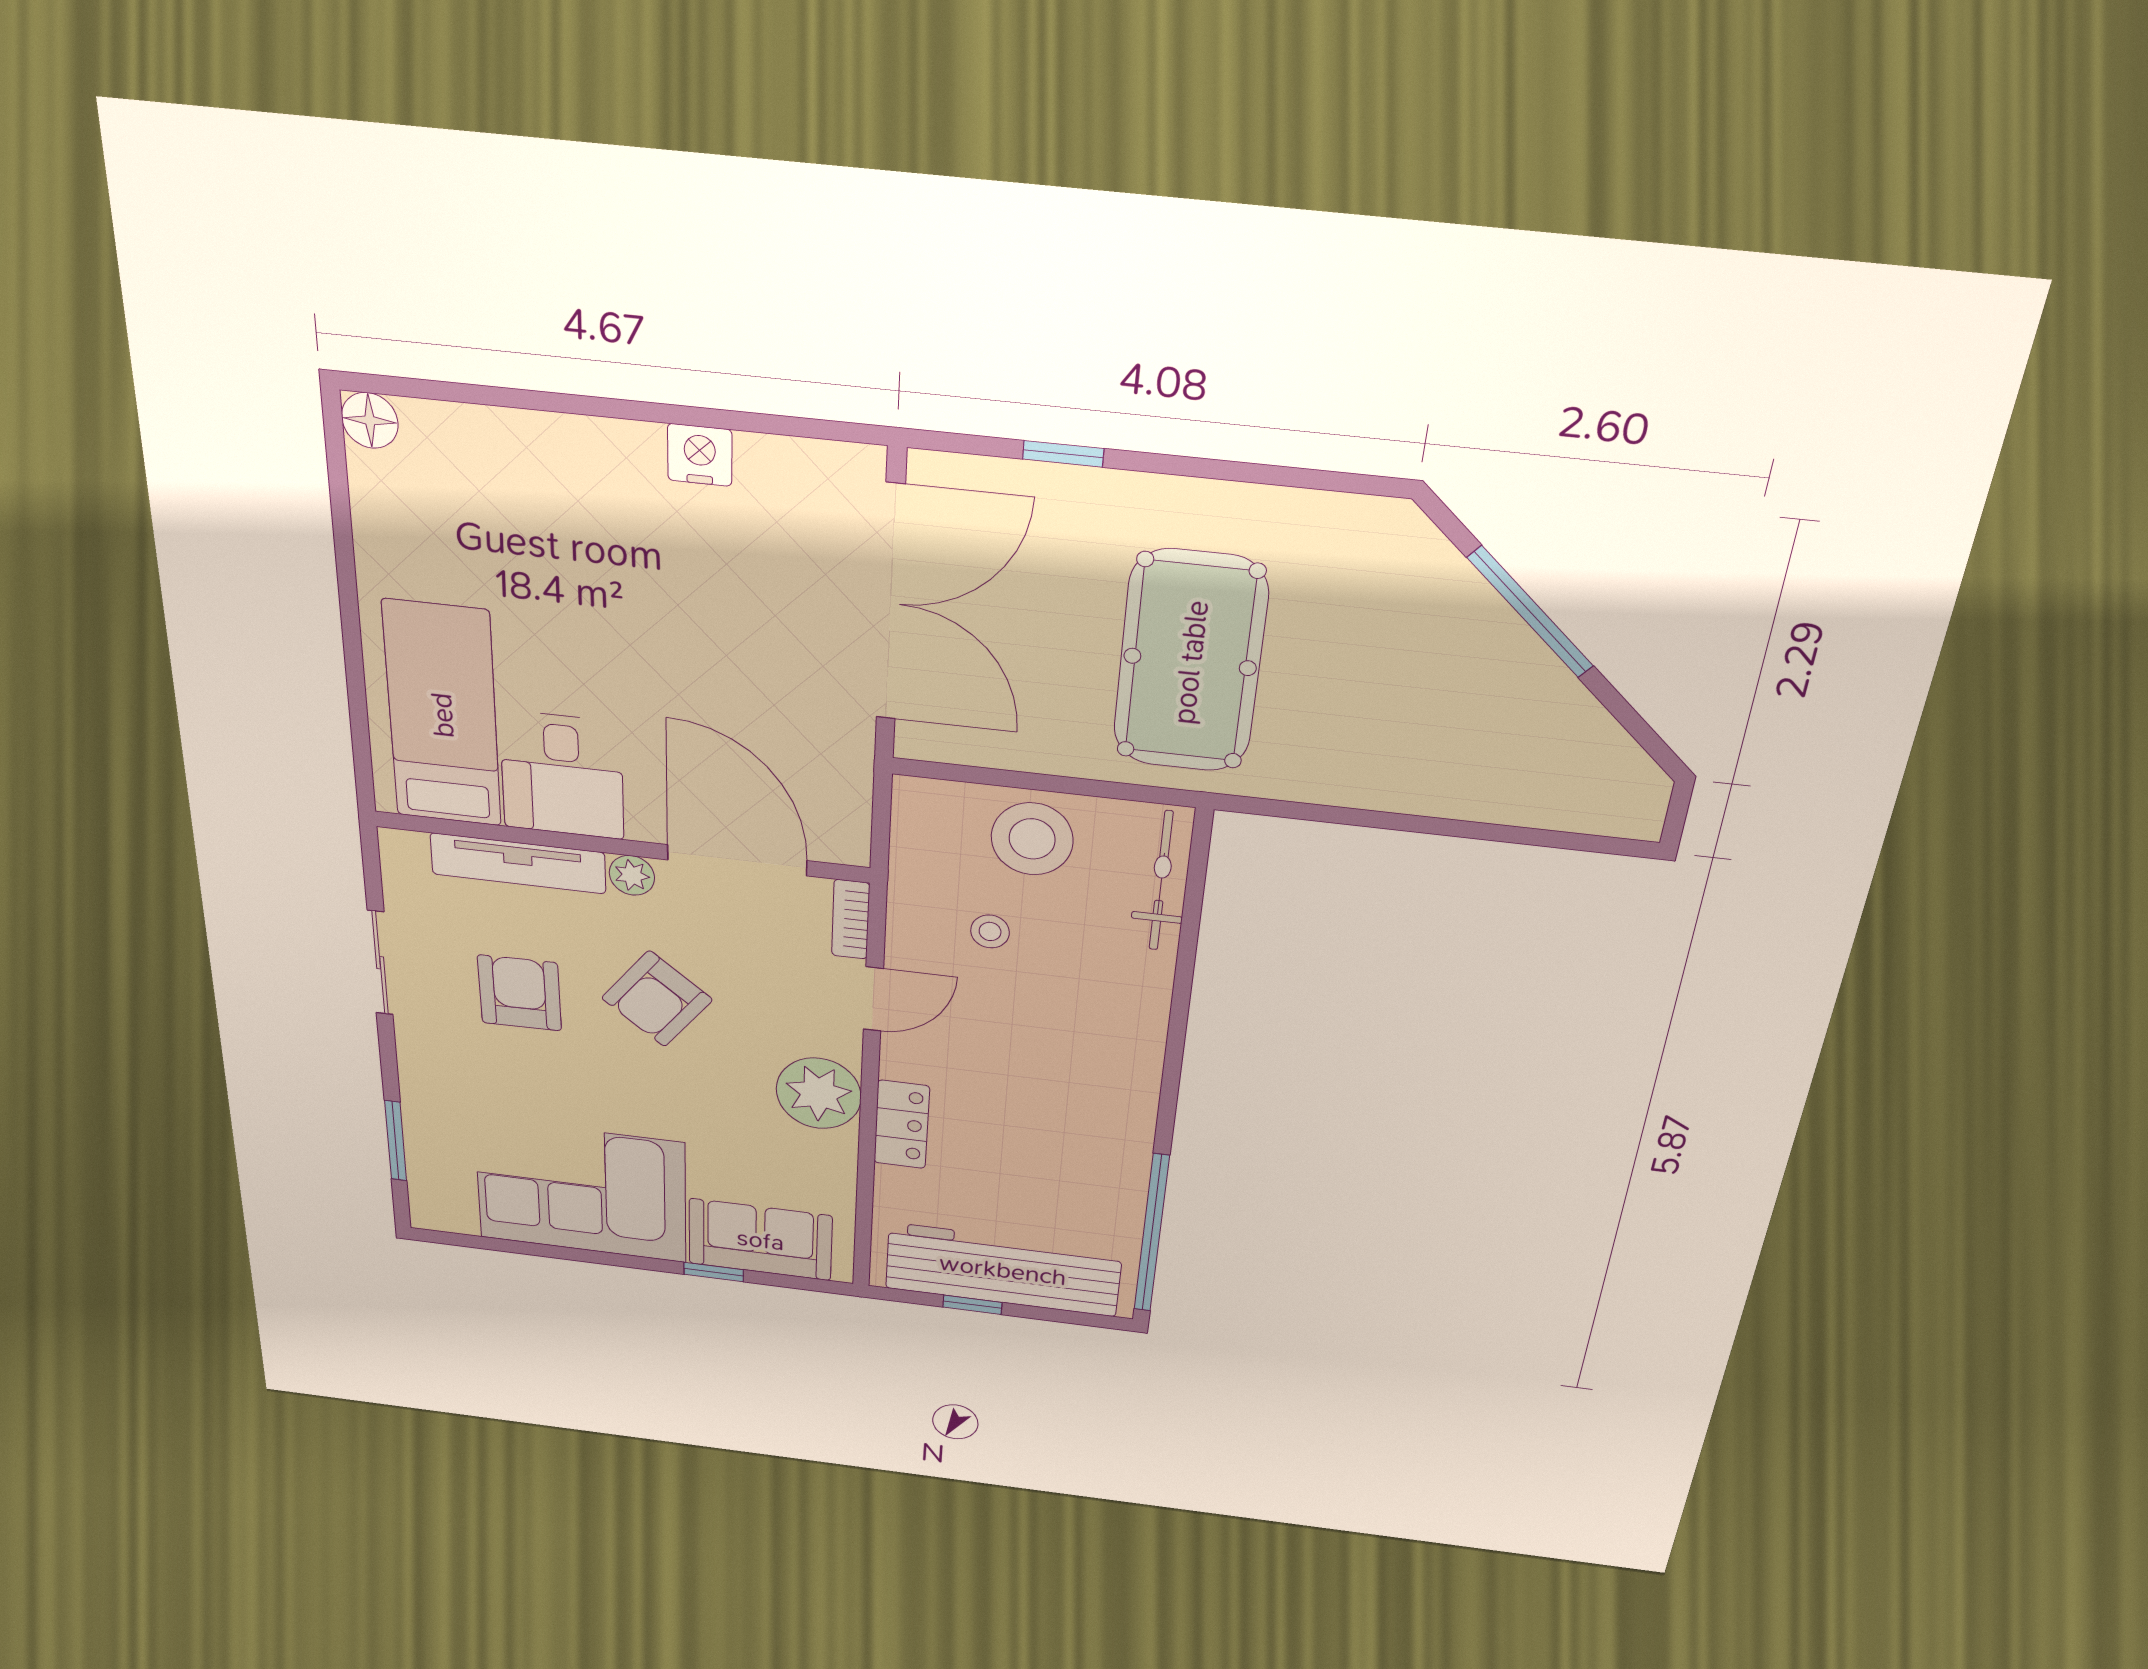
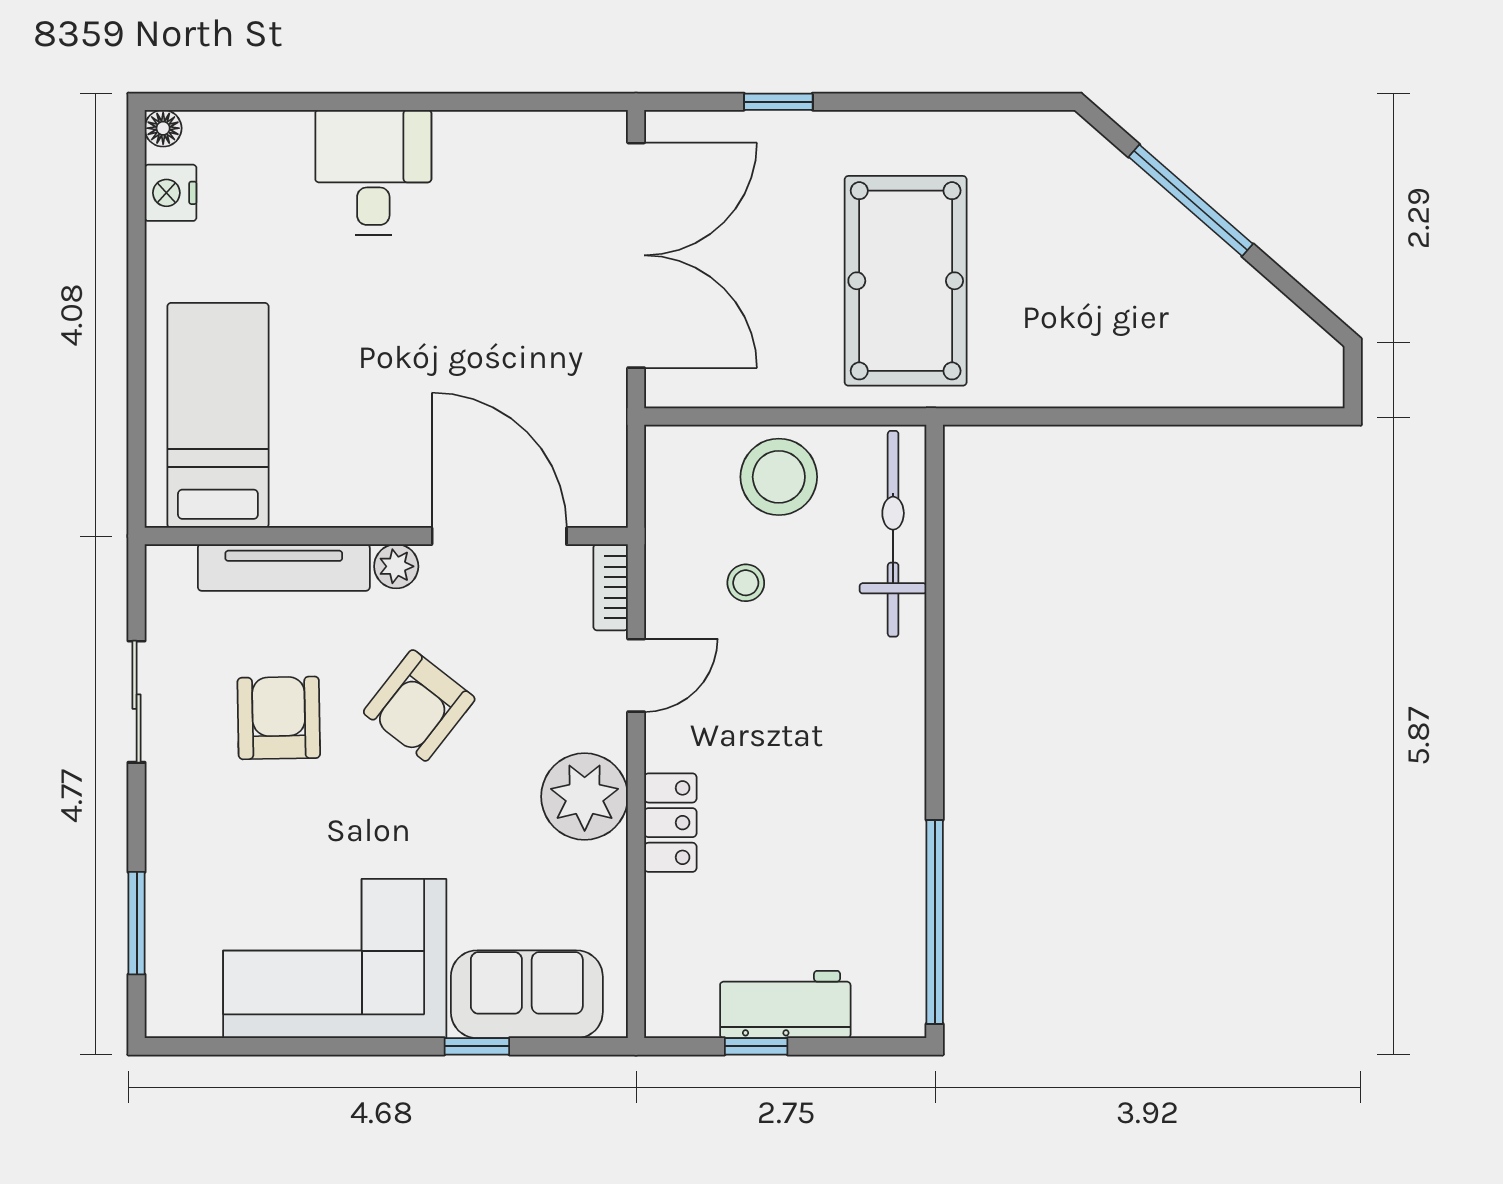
floor lamp: (370, 420) -> (163, 128), width x0.73, depth x0.73
nightstand: (700, 455) -> (171, 193), moved, turned -90
desk: (562, 775) -> (373, 172), moved, turned 180
bicycle: (1161, 881) -> (893, 534), width x1.37, depth x1.40
workbench: (1003, 1270) -> (785, 1005), width x0.53, depth x0.76

